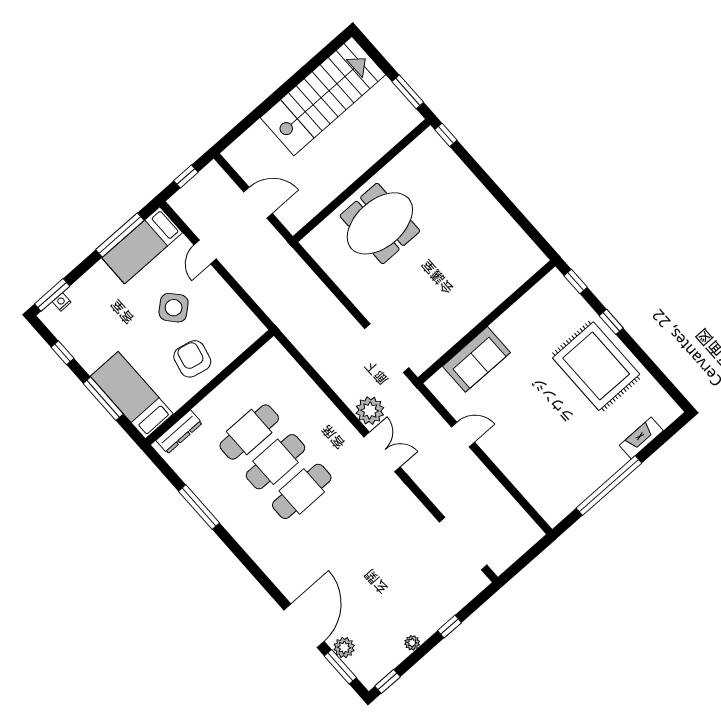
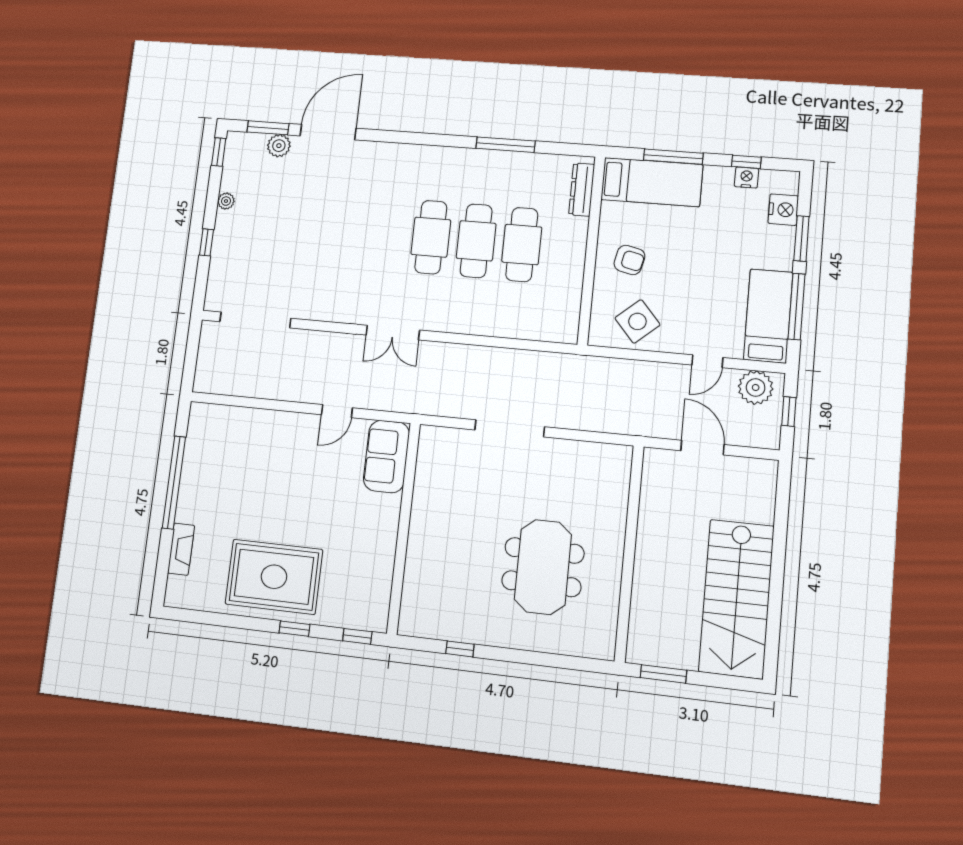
window: (446, 135) -> (460, 649), moved
door: (258, 203) -> (702, 448), swing flipped
meeting table: (380, 223) -> (543, 567), moved
door: (205, 252) -> (707, 361), swing flipped
window: (52, 295) -> (801, 239), moved
nightstand: (62, 302) -> (783, 210), width x1.89, depth x1.79
side table: (174, 308) -> (637, 321), moved
nightstand: (72, 343) -> (746, 178), added
doorway: (387, 348) -> (510, 428), moved
armchair: (192, 359) -> (629, 260), width x0.72, depth x0.72
sofa: (476, 359) -> (386, 456), moved
plant: (370, 411) -> (756, 388), moved
door: (304, 626) -> (328, 132), swing flipped

